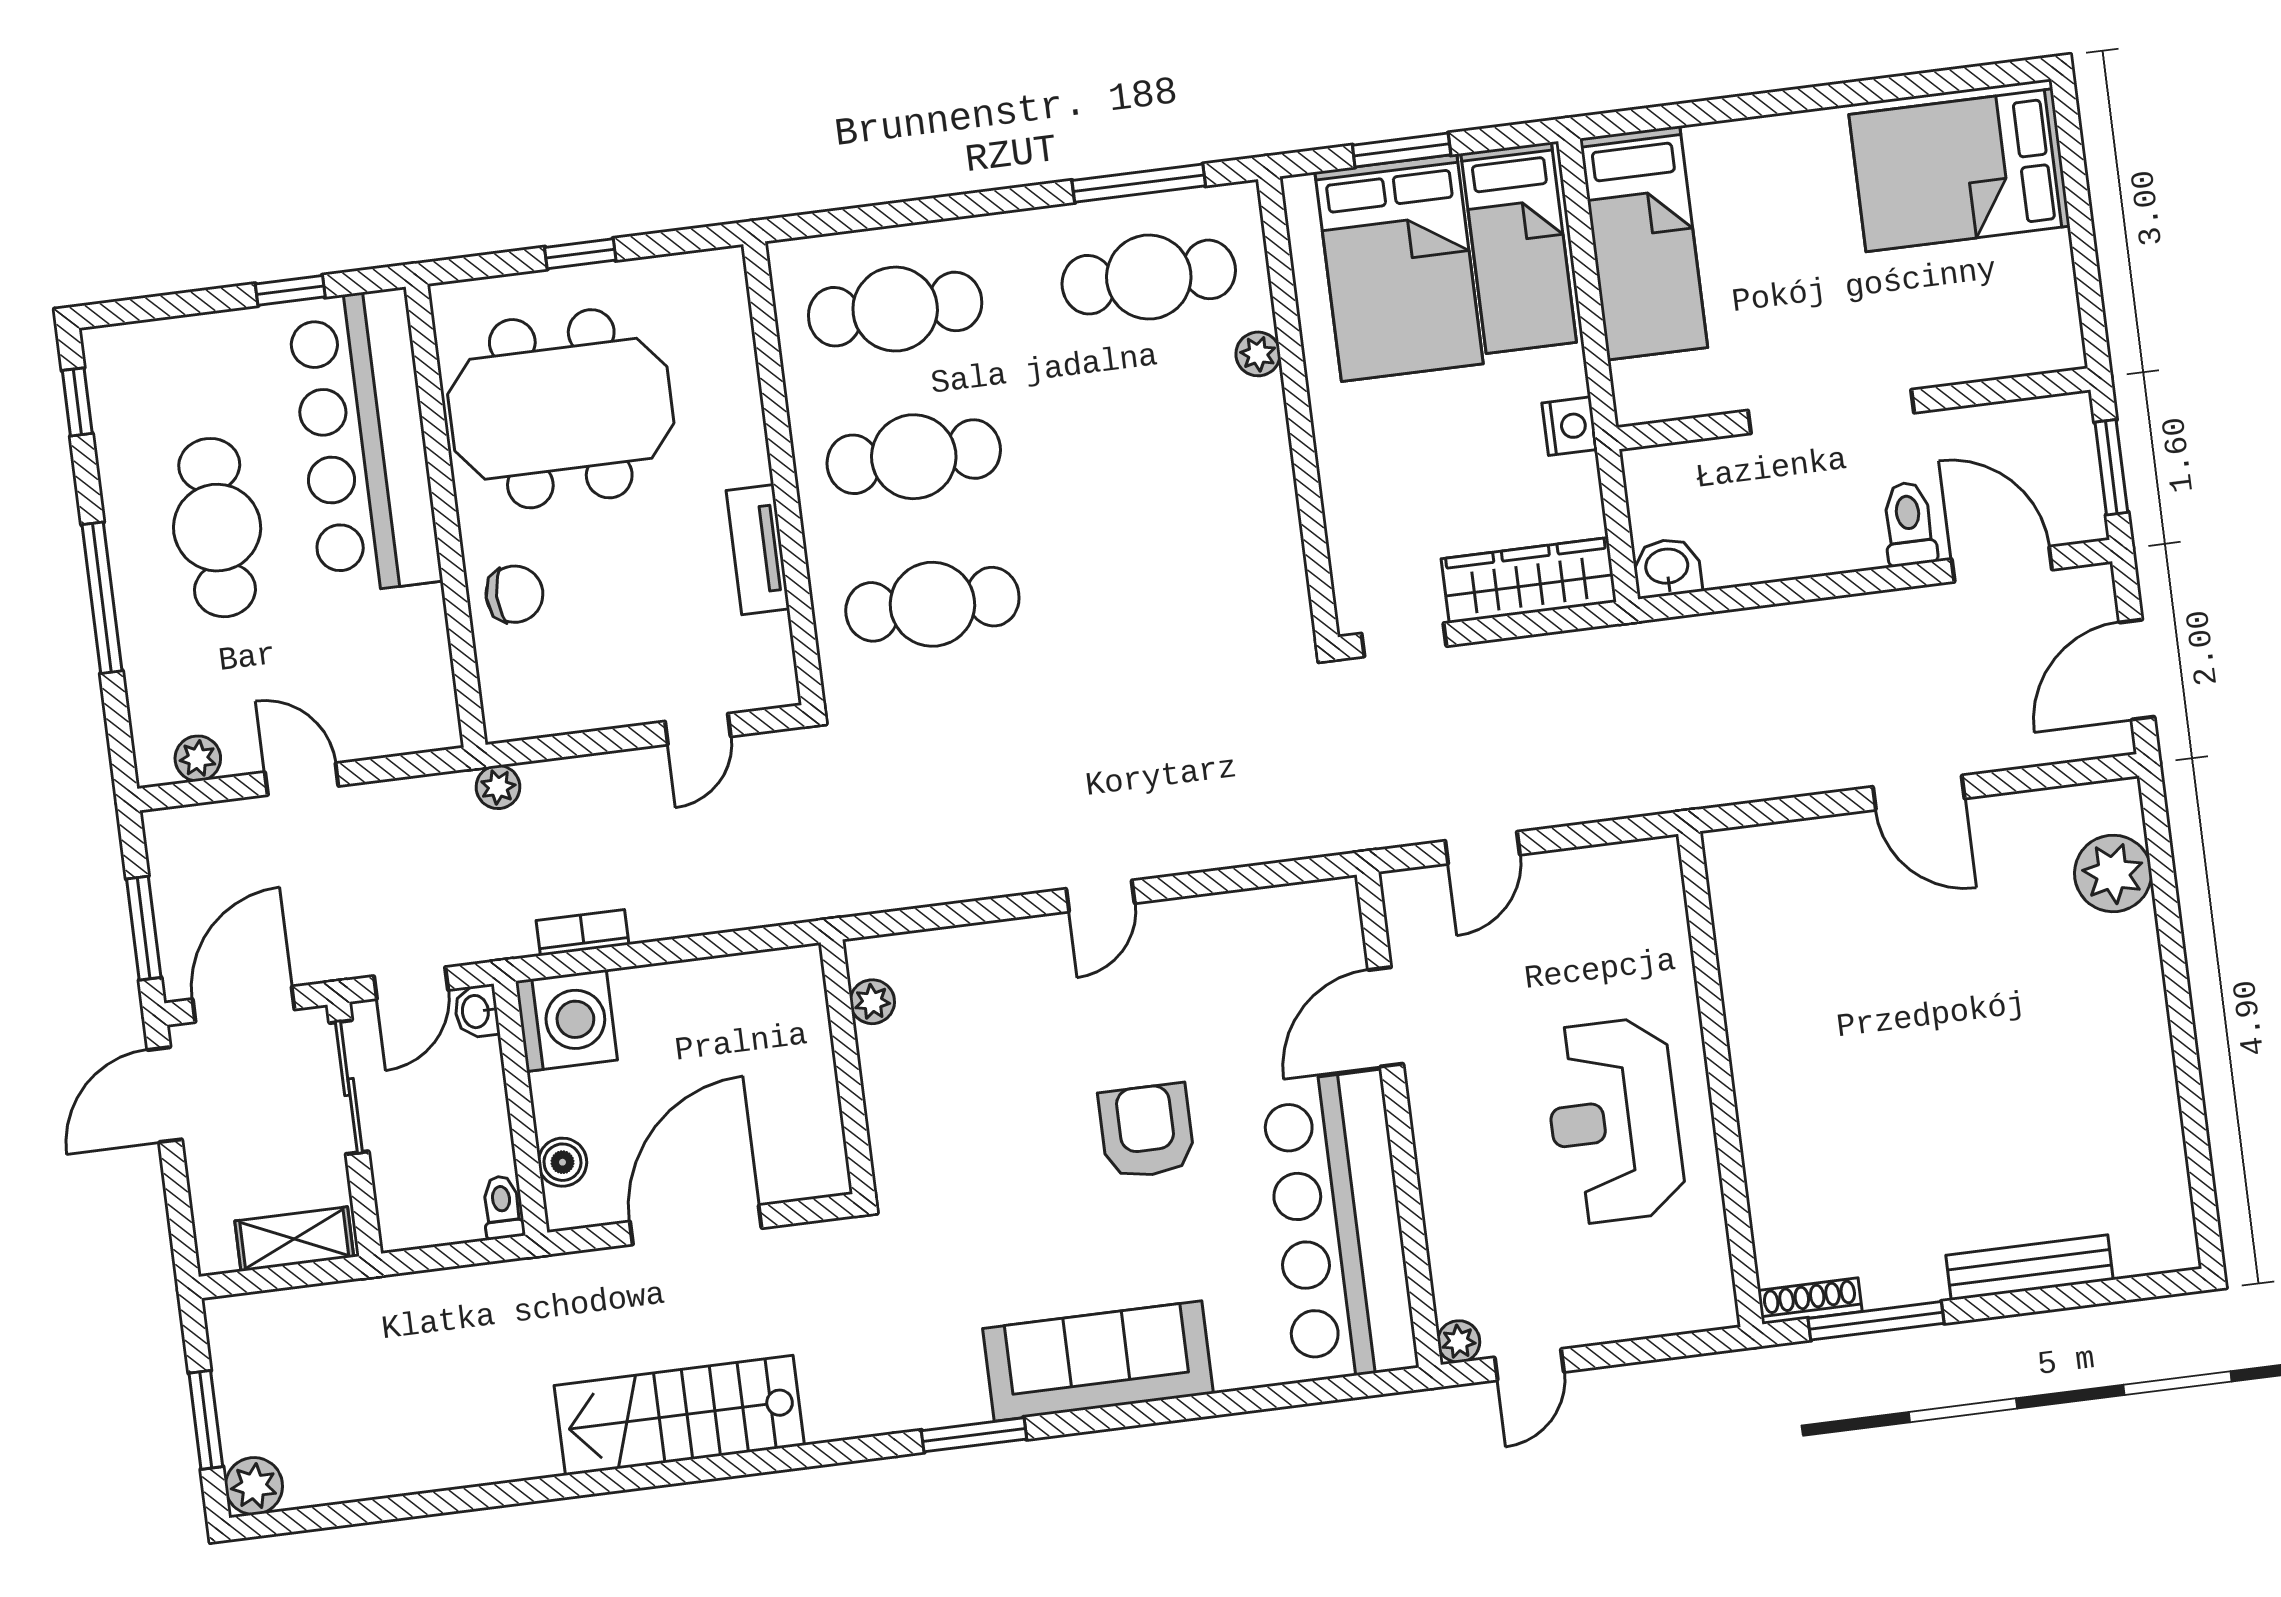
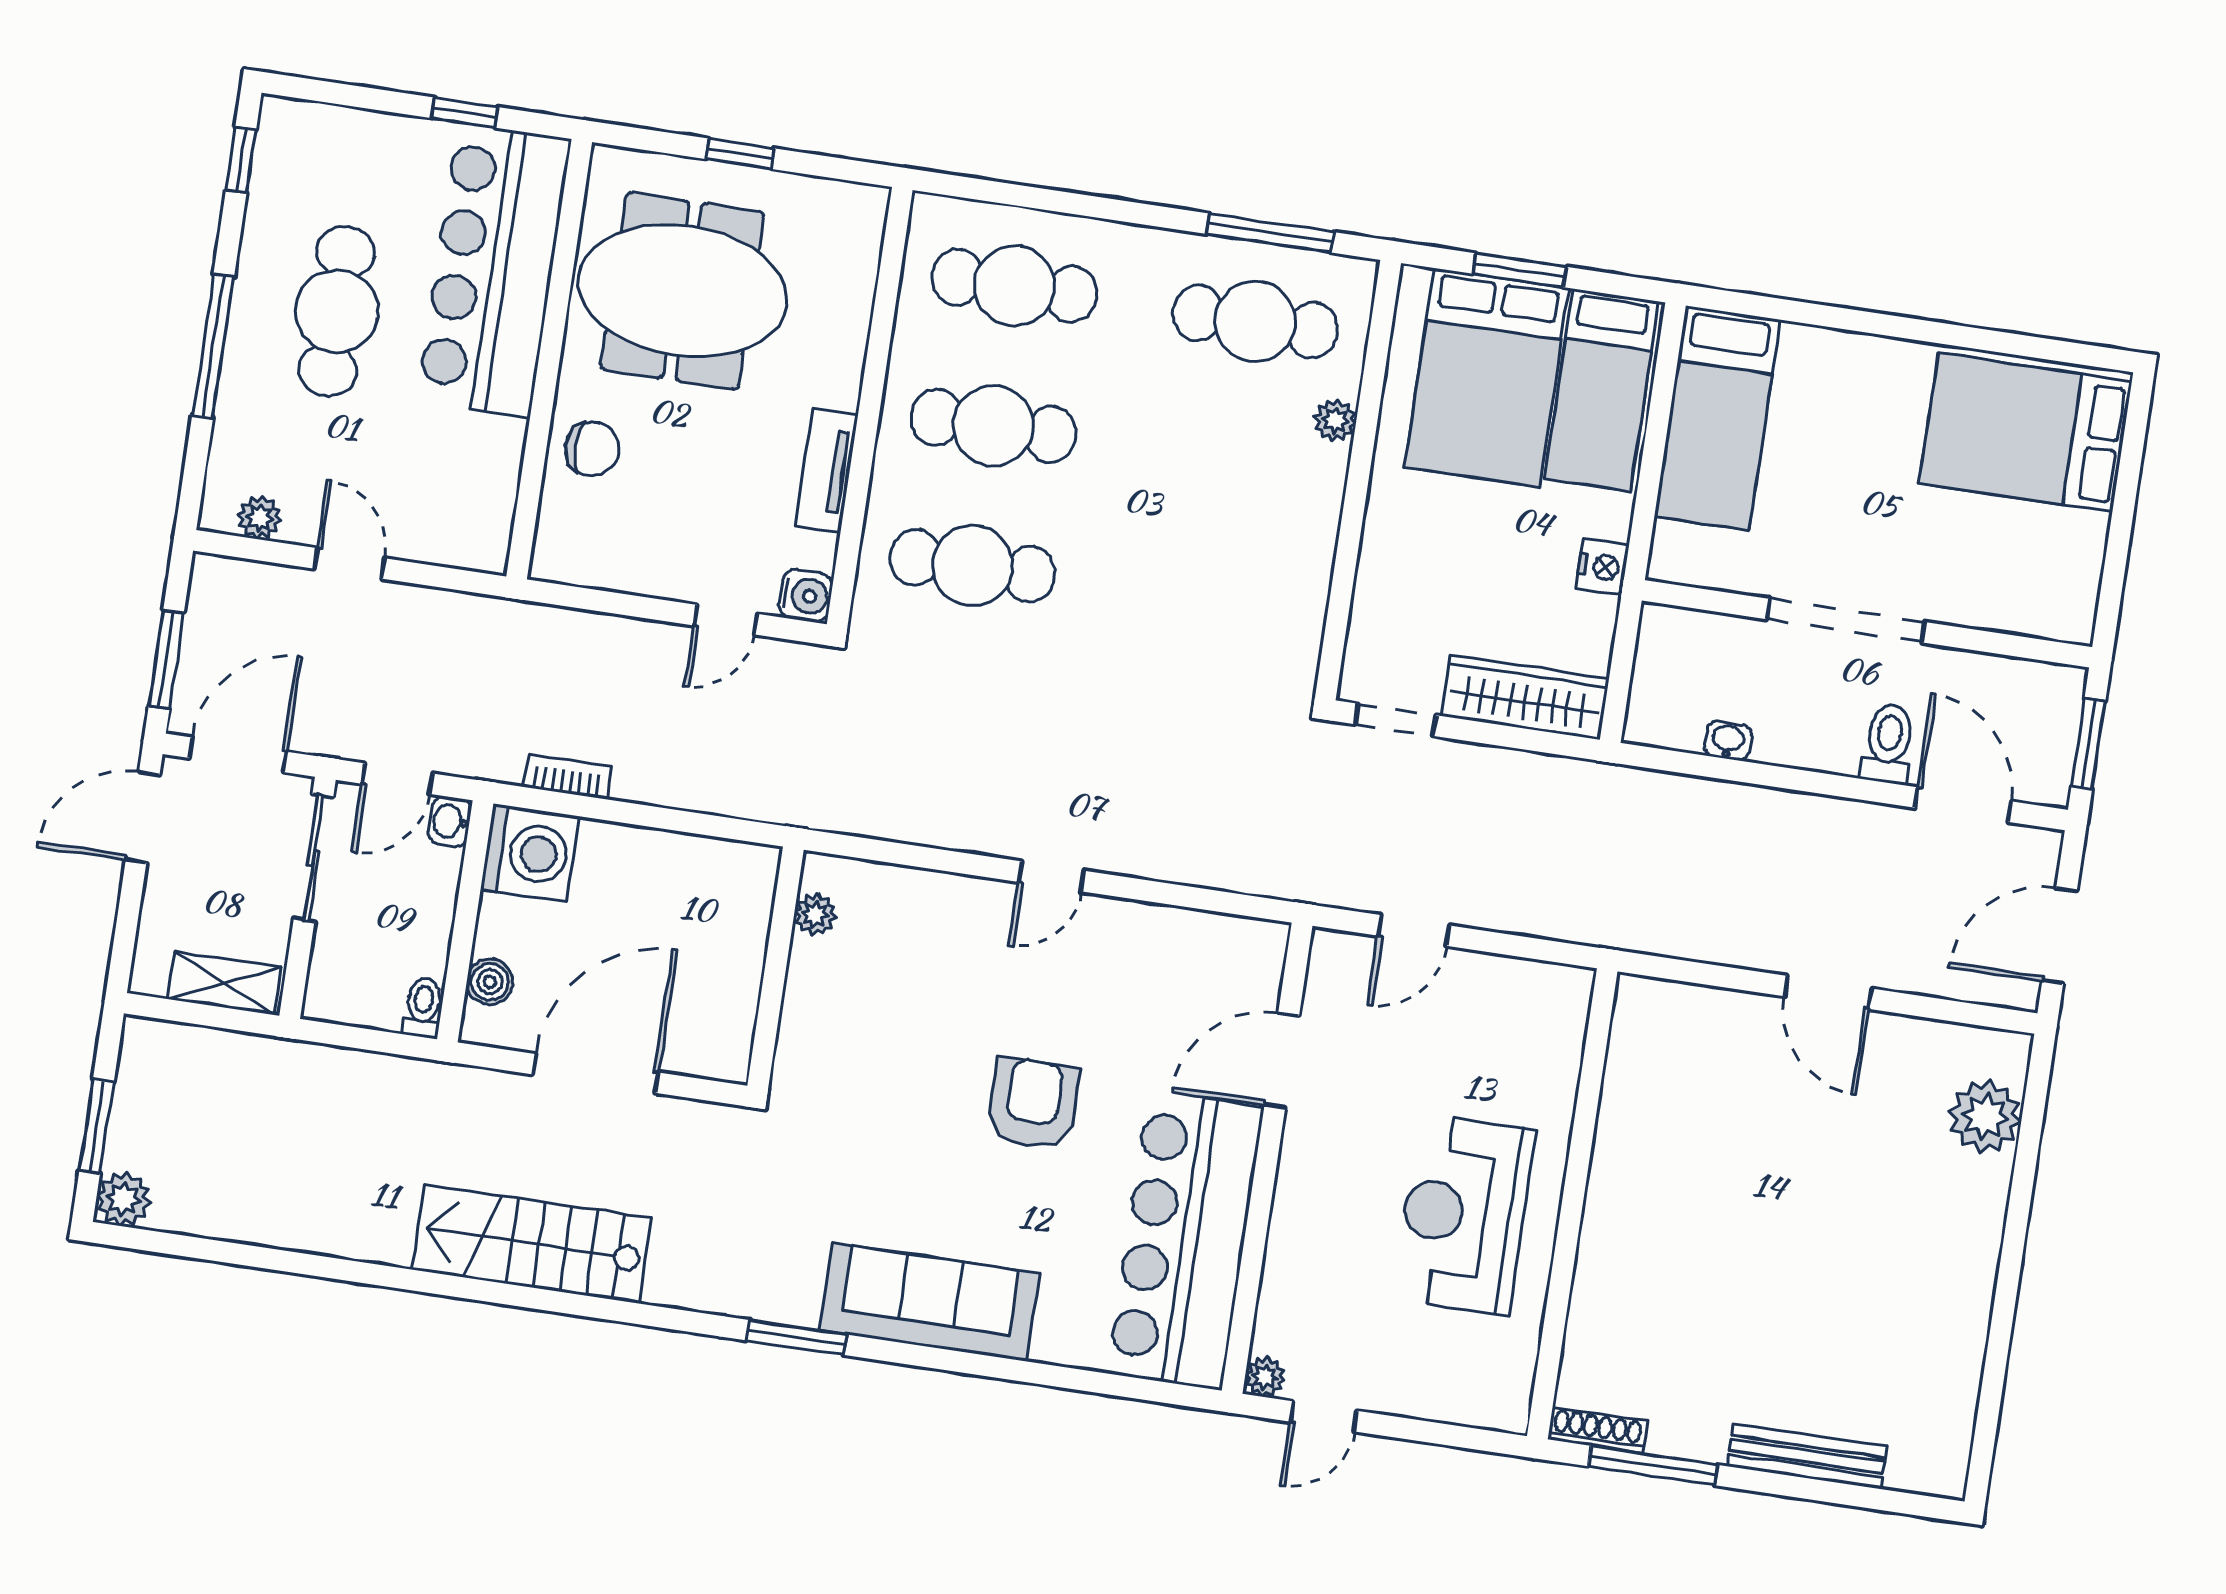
washbasin: (1667, 568) -> (1728, 741), moved, width x0.72, depth x0.69
water cooler: (772, 682) -> (806, 596), added
plant: (498, 787) -> (527, 621), removed

